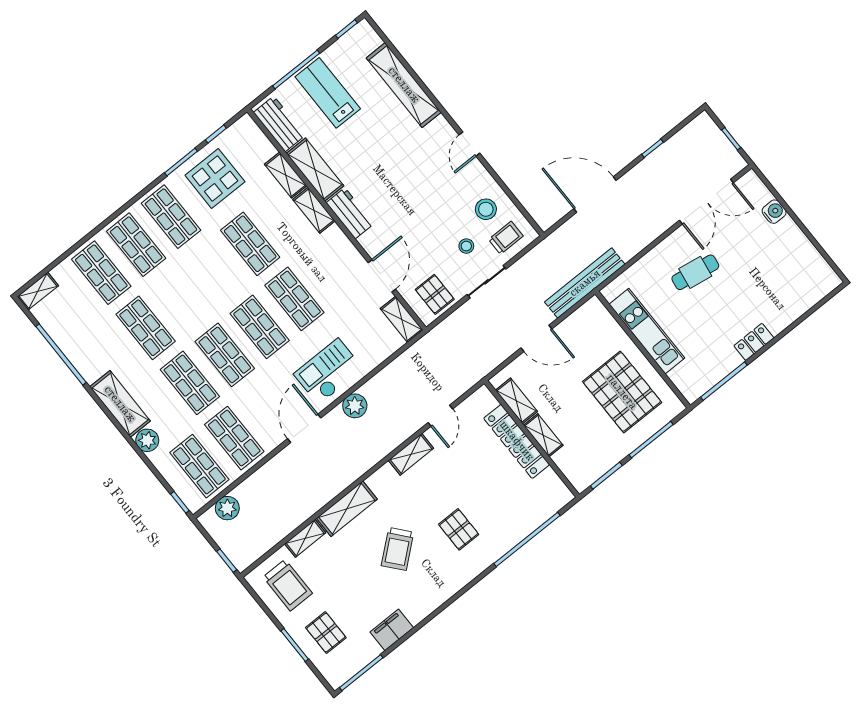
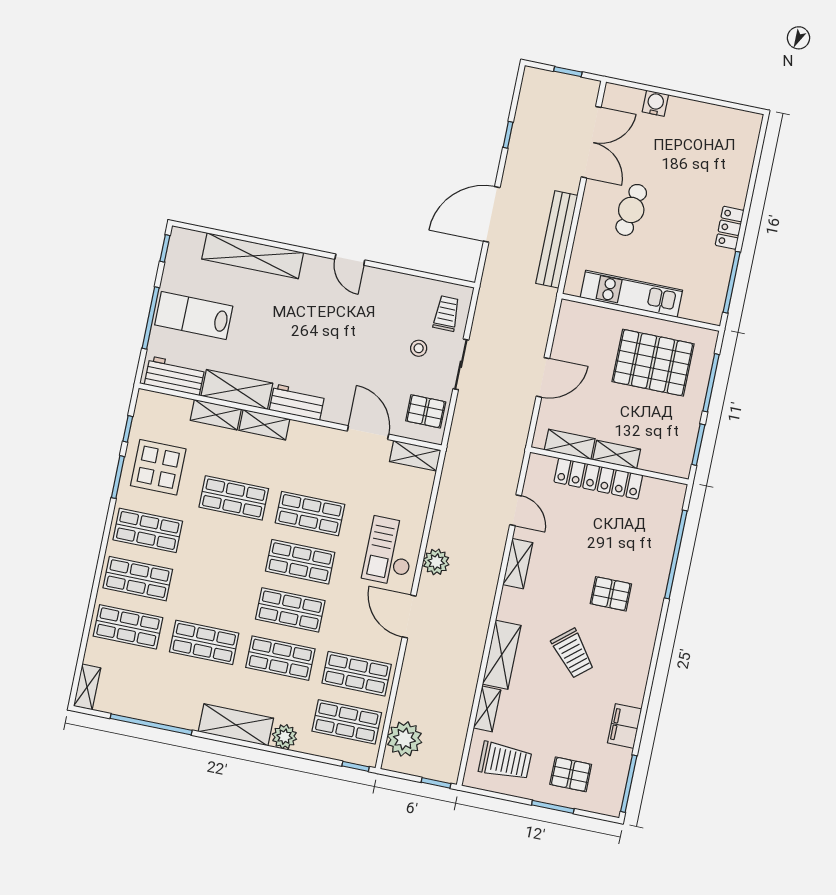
stool: (486, 209) -> (409, 303), removed
bench: (585, 283) -> (557, 239), moved
plant: (227, 508) -> (404, 739), width x1.36, depth x1.36

